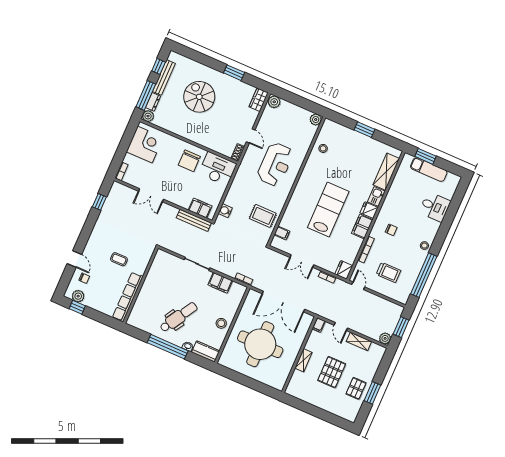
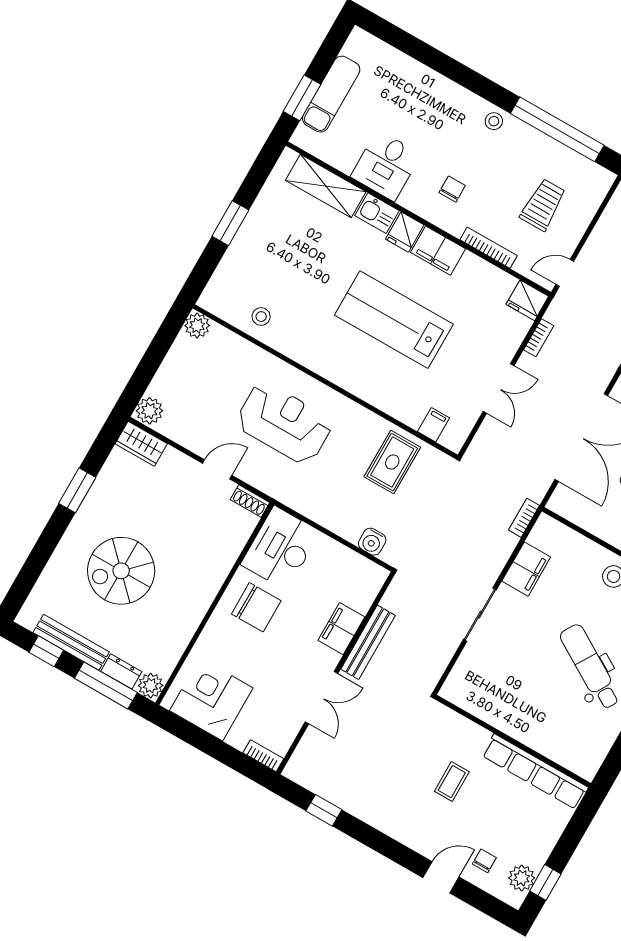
desk: (435, 207) -> (386, 165), moved, turned 180
filing cabinet: (200, 208) -> (341, 629), moved
bench: (194, 220) -> (368, 642), moved

